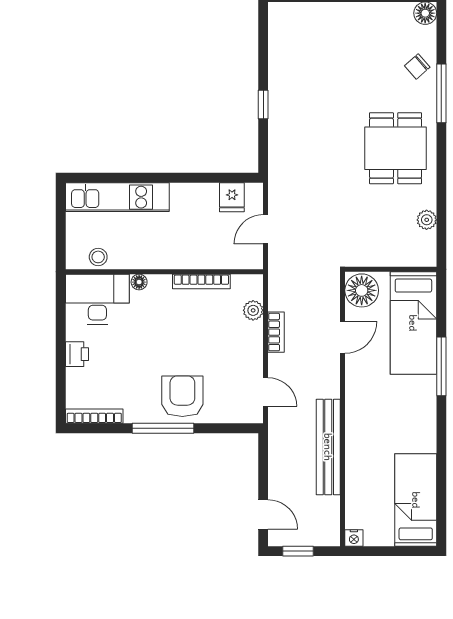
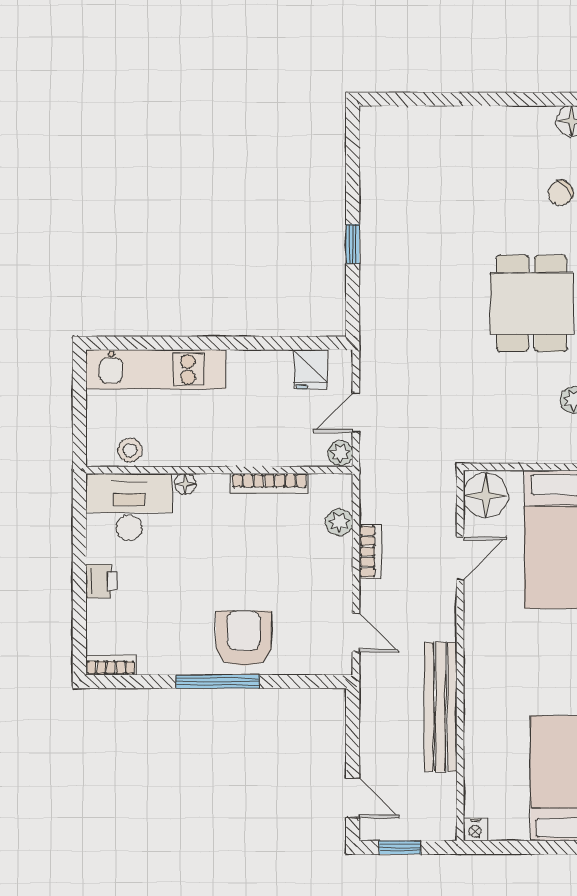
plant: (254, 259) -> (340, 453), added
bookcase: (94, 416) -> (111, 665), width x0.64

